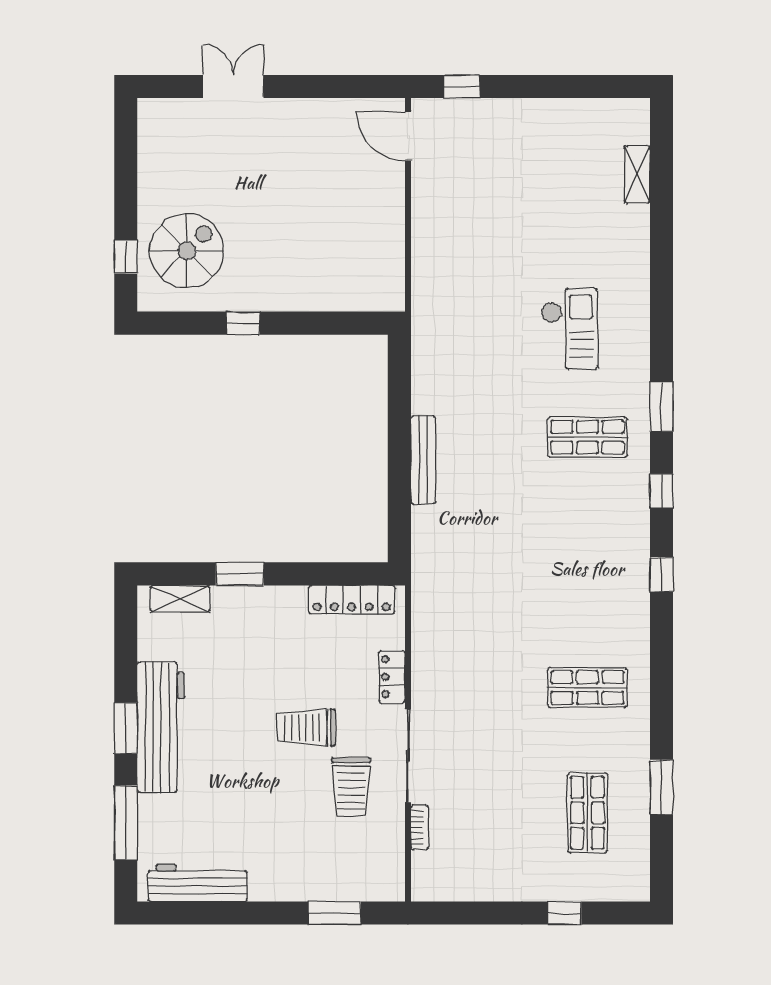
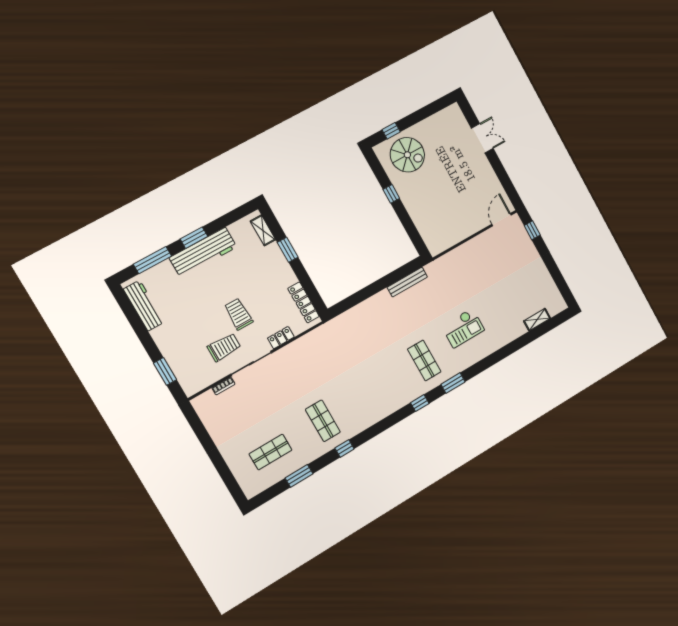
bench: (423, 460) -> (407, 282), moved
window: (662, 574) -> (344, 448), moved
trolley: (351, 787) -> (224, 347), turned 180
window: (565, 913) -> (222, 468), removed

